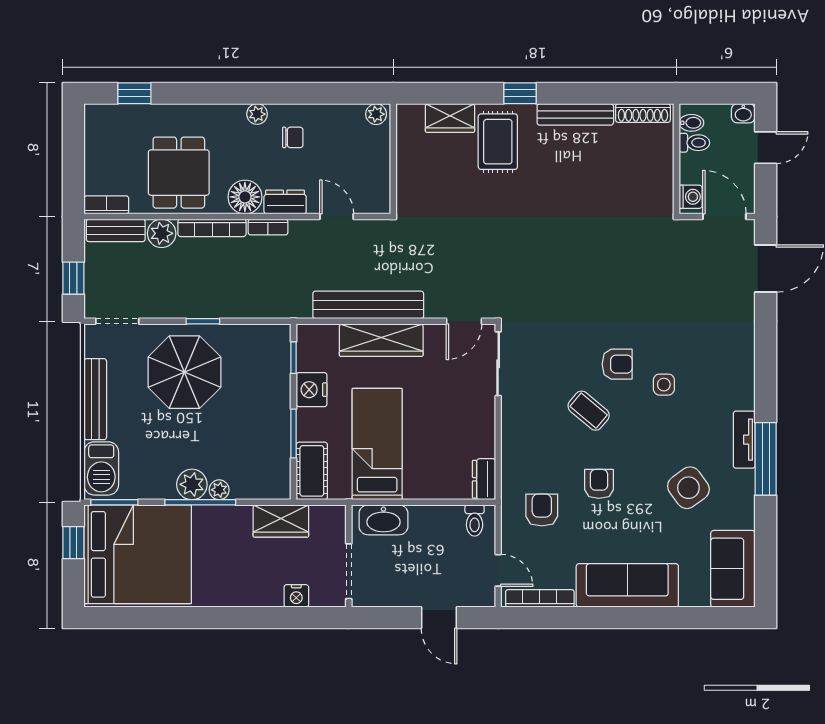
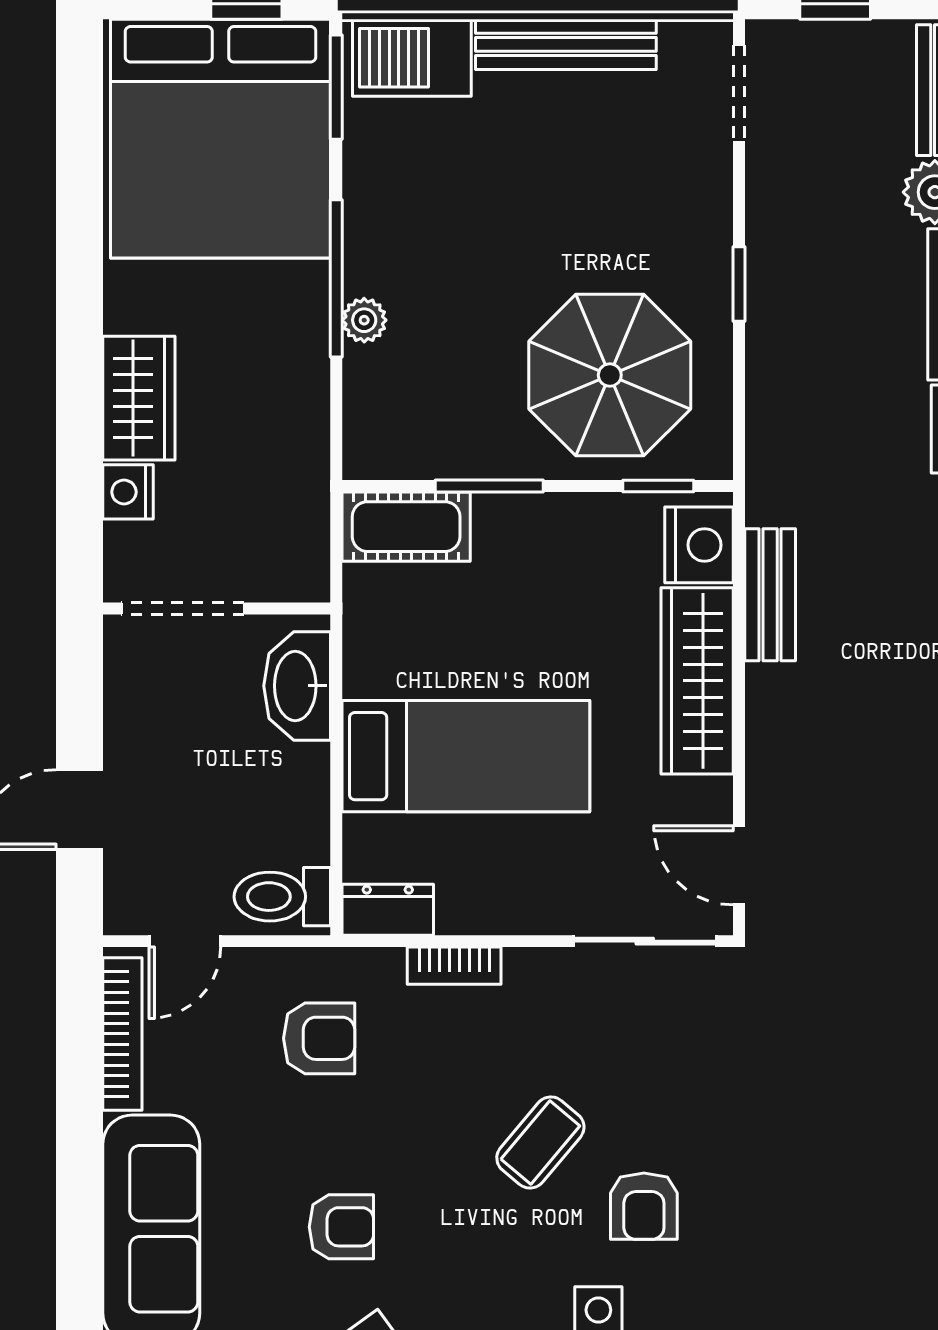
bench: (368, 305) -> (770, 595), width x0.54, depth x0.82
parasol: (184, 372) -> (610, 375), moved
nightstand: (312, 390) -> (699, 545), moved, turned 90
bed: (377, 444) -> (466, 756), moved
bookcase: (509, 449) -> (454, 966), added
plant: (192, 484) -> (376, 260), removed
armchair: (599, 484) -> (341, 1227), moved
wardrobe: (281, 521) -> (139, 398), moved, turned 180
toilet: (475, 521) -> (282, 897), width x1.37, depth x1.39

